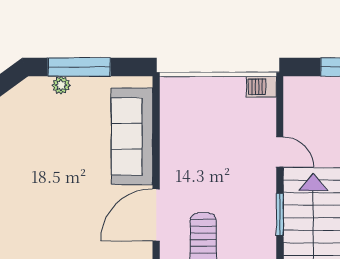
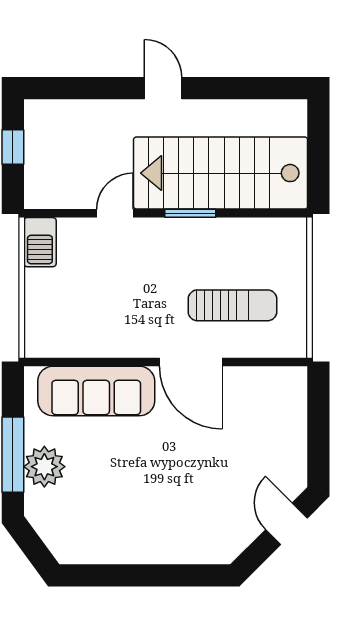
plant: (61, 85) -> (44, 467), width x1.88, depth x1.88
barbecue: (261, 87) -> (40, 242), width x1.38, depth x1.27

